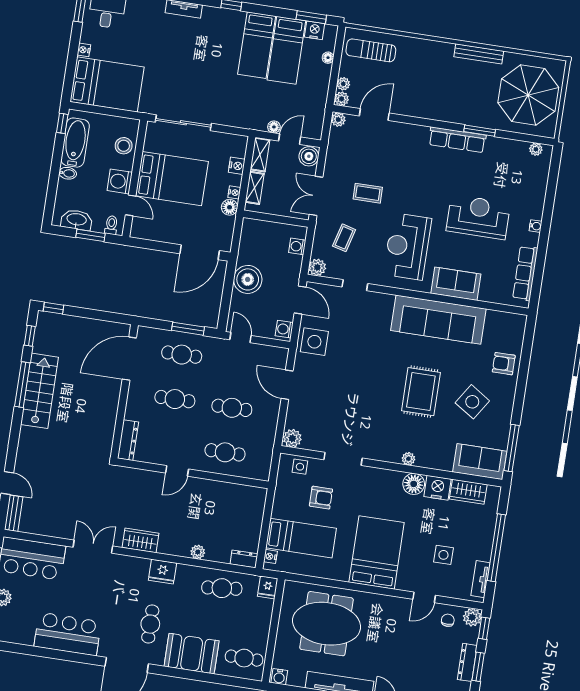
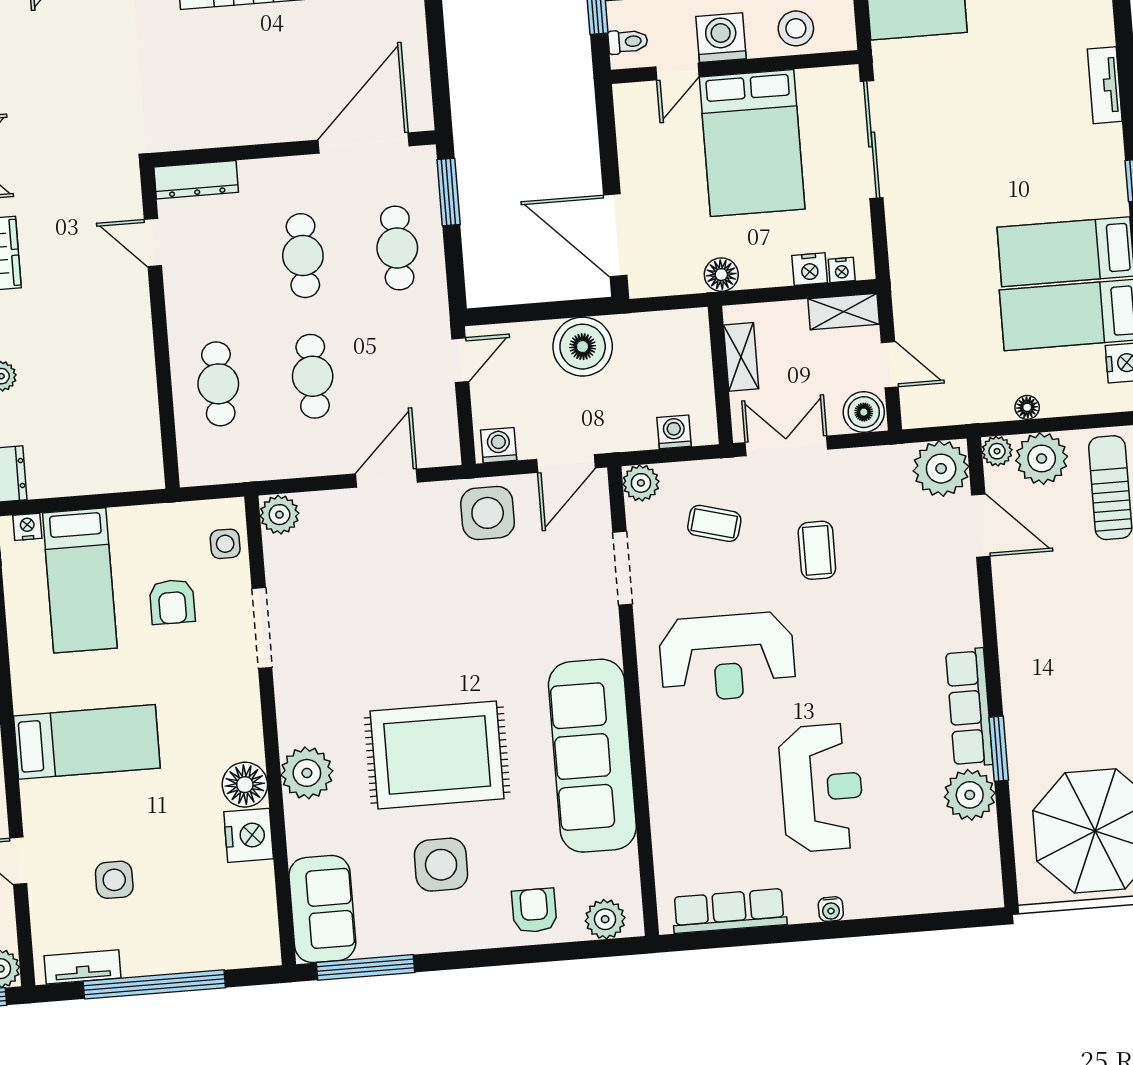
floor lamp: (328, 58) -> (1027, 407), moved
plant: (343, 84) -> (1042, 459), width x1.88, depth x1.88
plant: (338, 120) -> (941, 469), width x1.88, depth x1.88
floor lamp: (274, 127) -> (907, 327), removed
plant: (536, 149) -> (970, 795), moved, width x1.88, depth x1.88
shelving: (255, 188) -> (741, 357), moved, turned 90
nightstand: (234, 192) -> (842, 270), moved
reception desk: (407, 246) -> (727, 657), turned 180
sofa: (456, 284) -> (674, 774), removed
doorway: (355, 285) -> (622, 568), width x1.38
window: (188, 329) -> (449, 192), moved
plant: (516, 332) -> (605, 919), added
door: (129, 359) -> (364, 143), hinge flipped
rug: (421, 392) -> (437, 755), width x1.37, depth x1.44
side table: (472, 402) -> (441, 865), turned -33
plant: (408, 459) -> (307, 773), width x1.88, depth x1.88
door: (177, 471) -> (153, 243), moved
wardrobe: (468, 492) -> (255, 900), removed
bed: (377, 552) -> (87, 742), width x0.67

